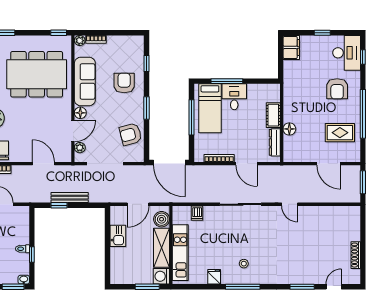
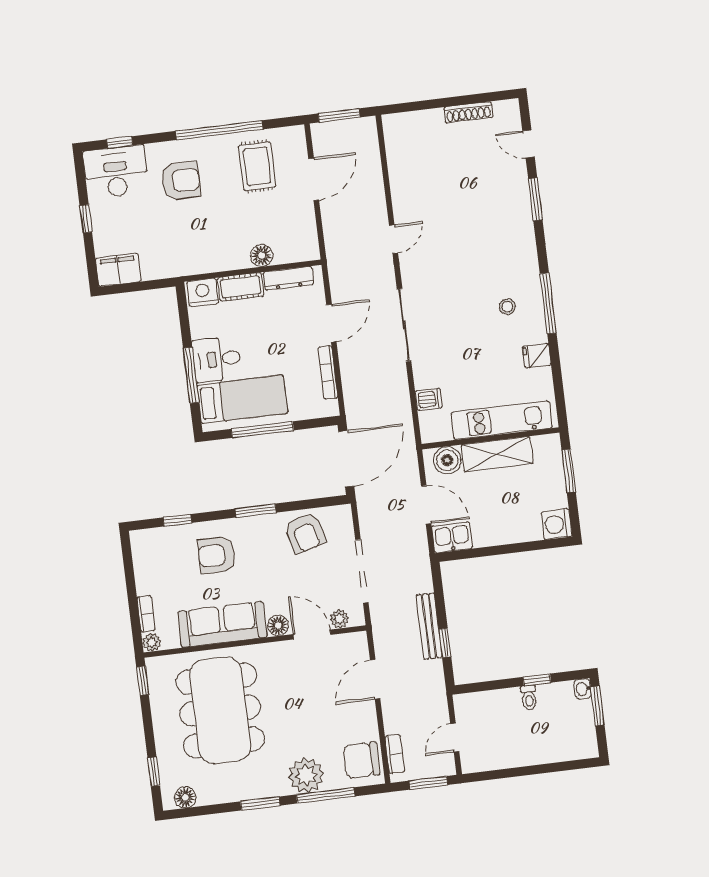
nightstand: (273, 93) -> (203, 292), added
kitchen sink: (118, 236) -> (452, 537), moved
washing machine: (161, 276) -> (557, 524), moved, turned 90

